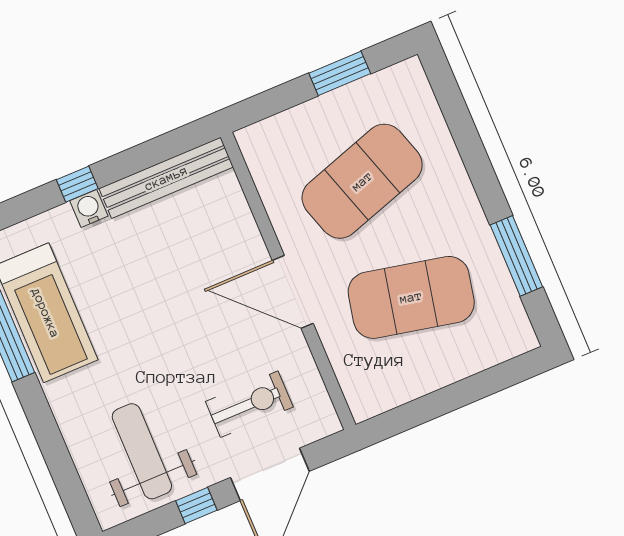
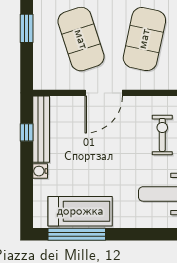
window: (77, 184) -> (27, 132), moved
door: (293, 292) -> (104, 93), moved

